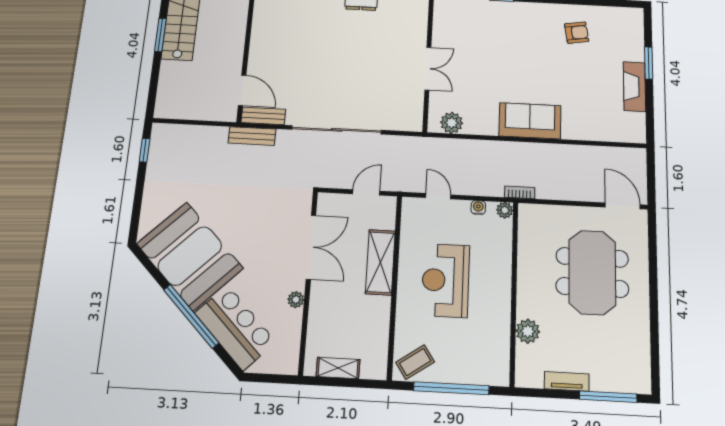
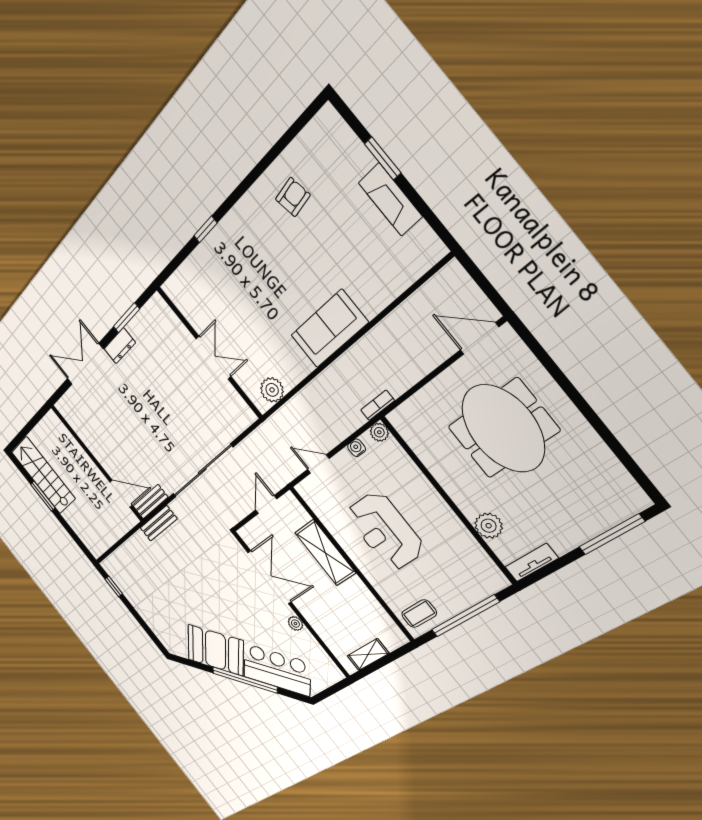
booth: (190, 256) -> (215, 650), width x0.73, depth x0.70
coffee table: (415, 362) -> (419, 614), turned 34
tv unit: (567, 381) -> (531, 563), moved

